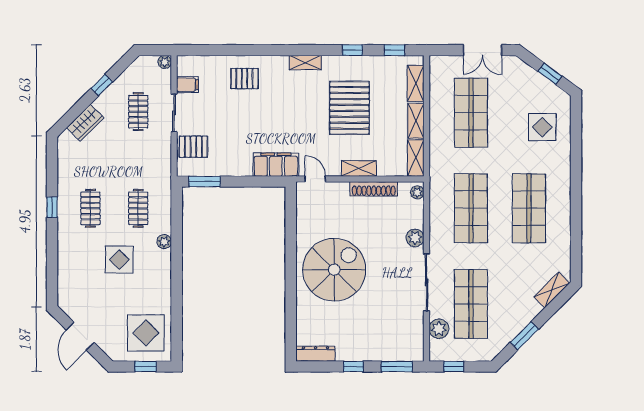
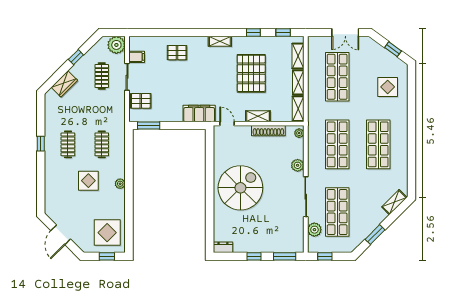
plant: (165, 62) -> (116, 45), width x1.88, depth x1.88
plant: (164, 242) -> (120, 184), moved
dresser: (315, 354) -> (223, 247), width x0.70

